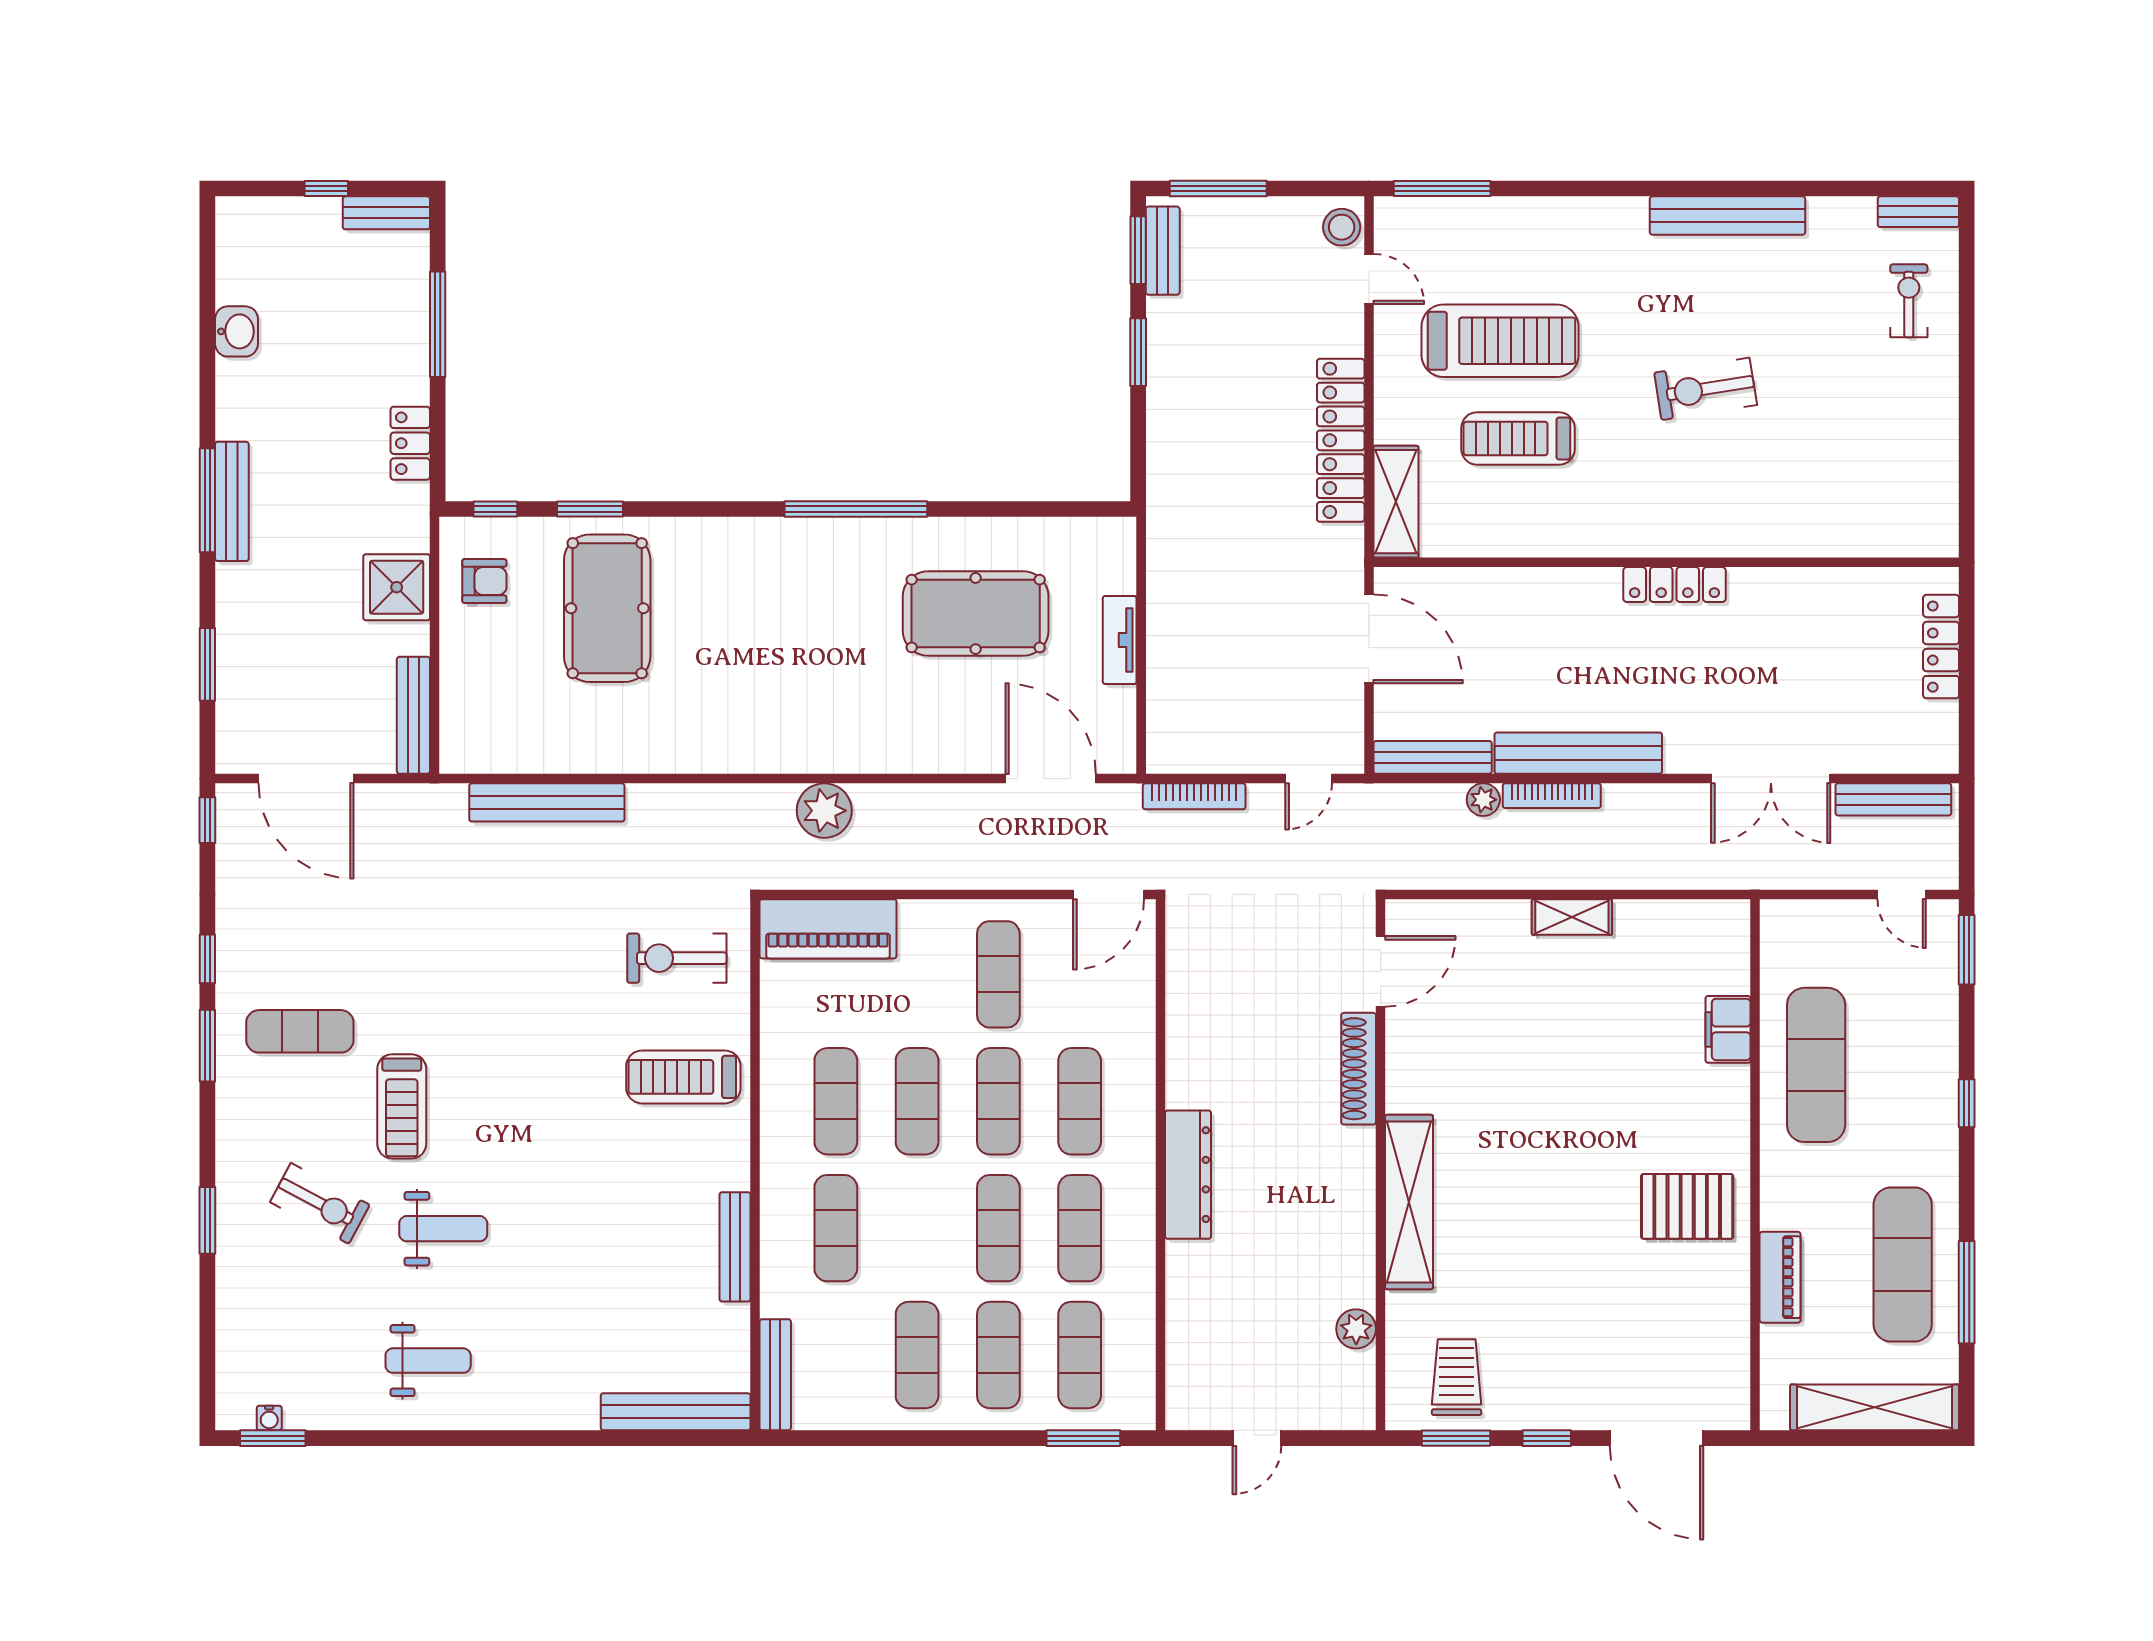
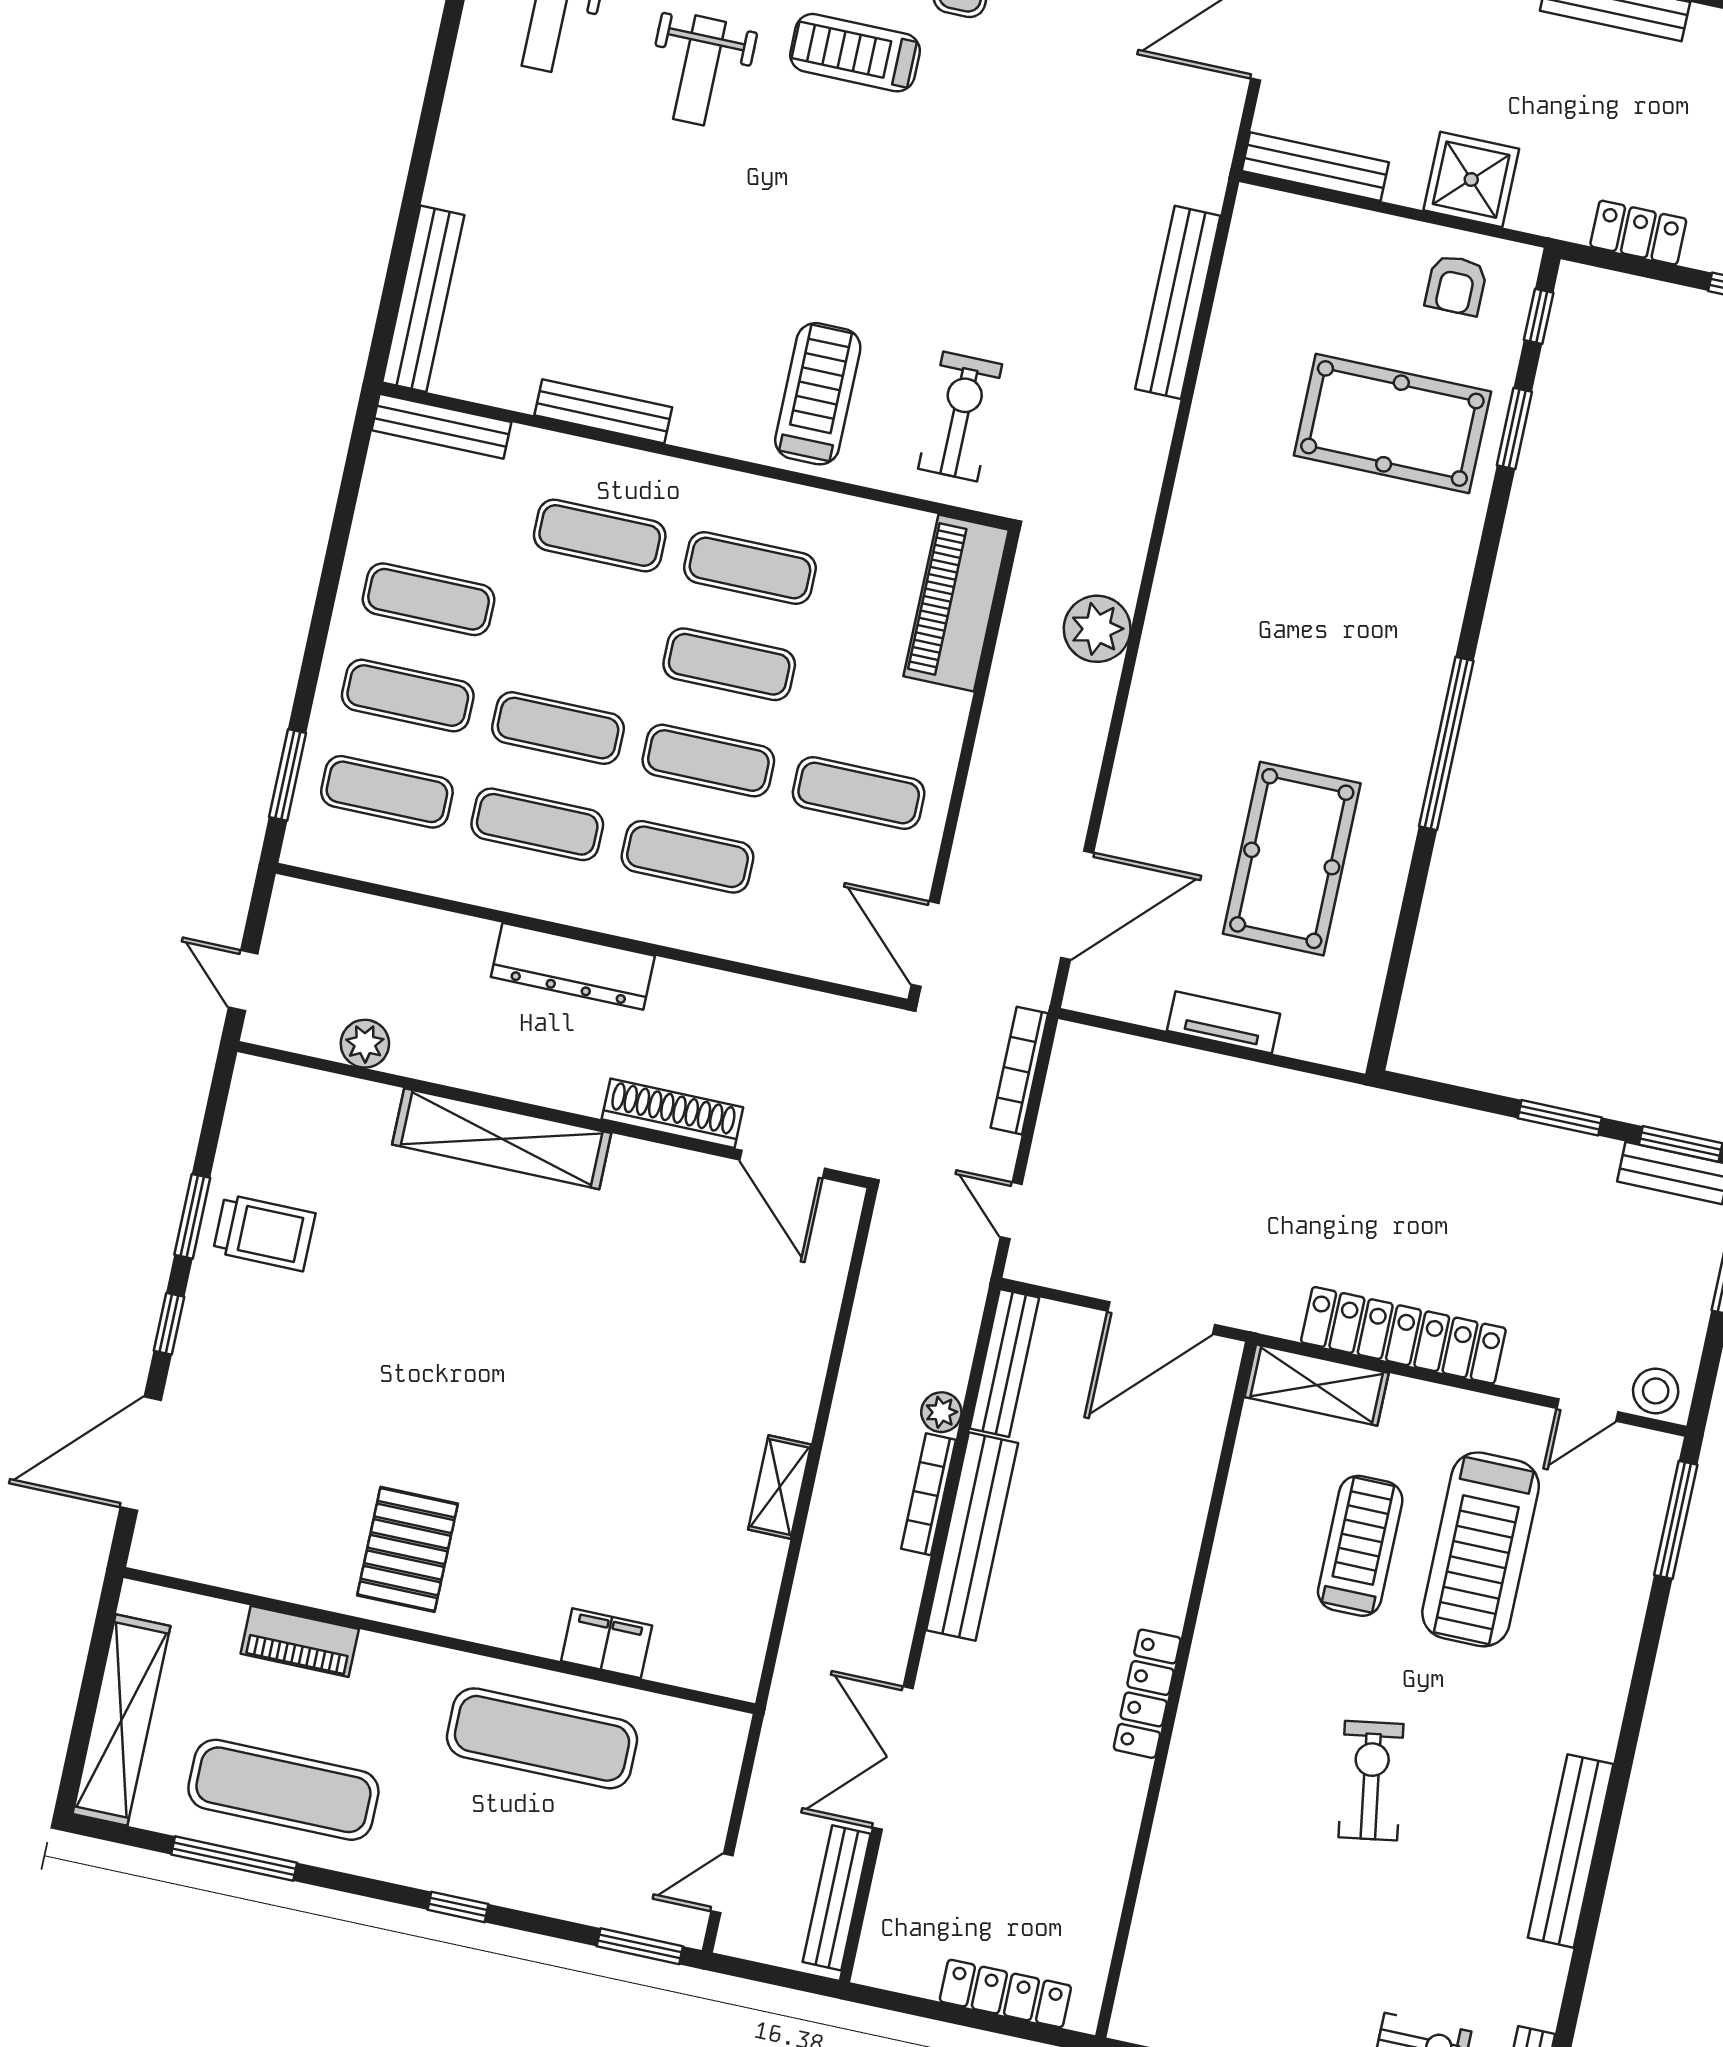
door: (1381, 971) -> (782, 1164), moved
shoe rack: (1359, 1069) -> (672, 1113), moved
wall: (1381, 1165) -> (553, 1115), moved
shelving: (1409, 1202) -> (502, 1139), moved
plant: (1356, 1329) -> (365, 1044), moved

